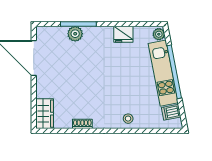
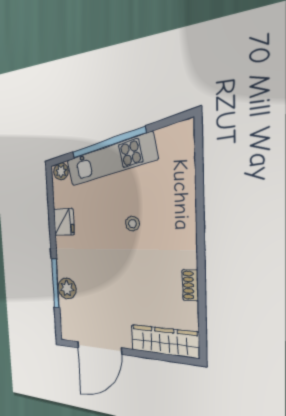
dishwasher: (171, 112) -> (168, 140), removed
wardrobe: (45, 114) -> (164, 341), width x1.50
stool: (128, 119) -> (132, 224), moved

